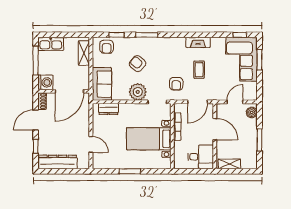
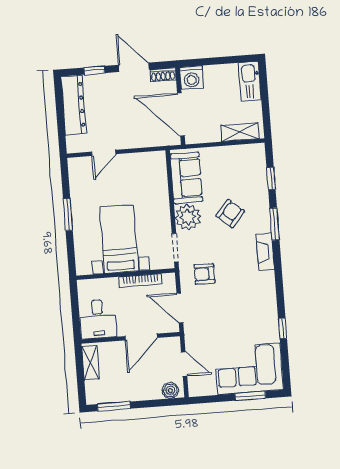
window: (240, 35) -> (283, 328), moved
fireplace: (198, 42) -> (265, 252), moved
armchair: (107, 47) -> (252, 165), removed
window: (36, 61) -> (223, 60), removed
coffee table: (199, 70) -> (228, 306), removed
sofa: (102, 84) -> (186, 178), moved, turned -90
dresser: (108, 109) -> (159, 175), removed
window: (259, 140) -> (114, 406), moved

